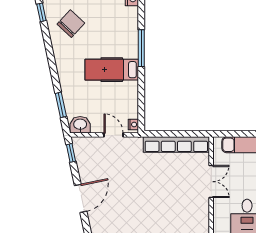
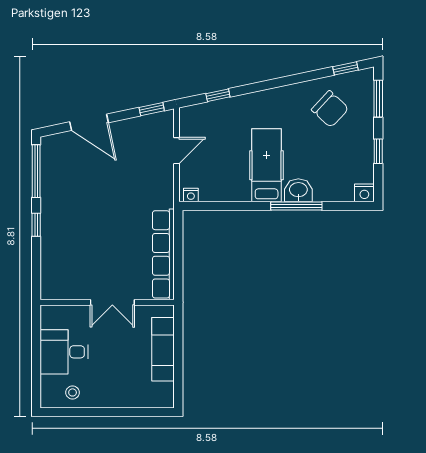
window: (61, 105) -> (218, 95), width x0.67
washbasin: (80, 125) -> (298, 190), moved, turned -90
door: (114, 135) -> (177, 151), moved

